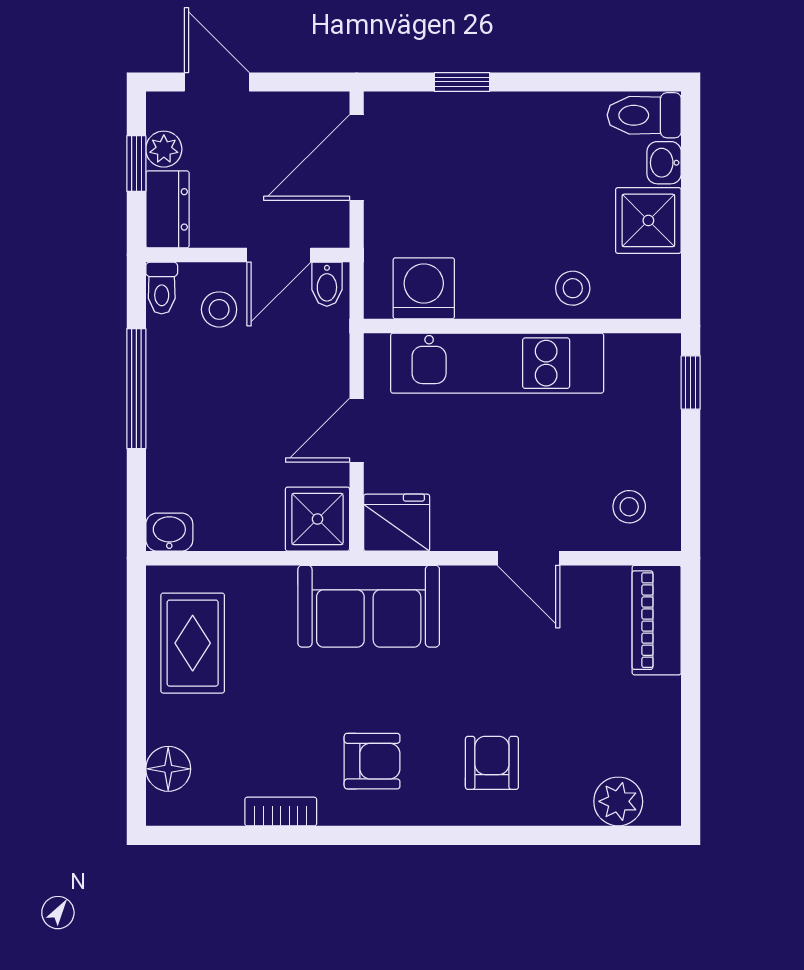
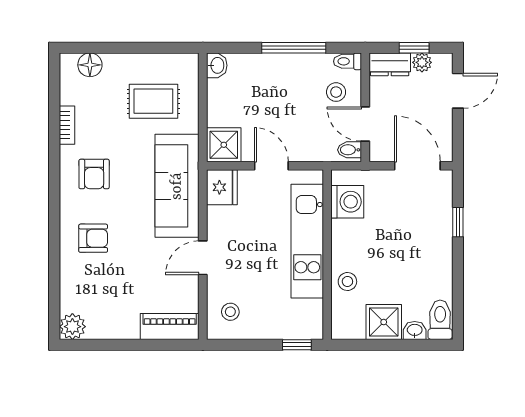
sofa: (369, 606) -> (177, 186), width x1.36
rug: (193, 643) -> (153, 101), moved
plant: (618, 801) -> (72, 327), moved

